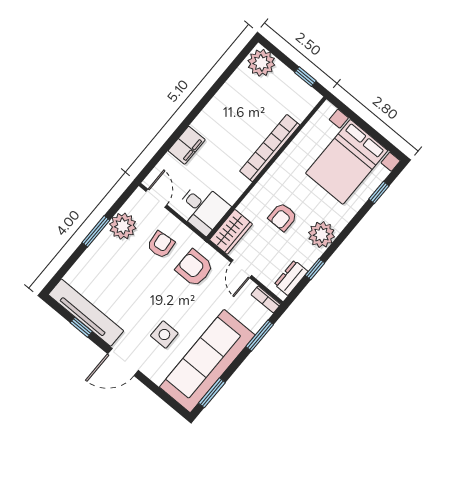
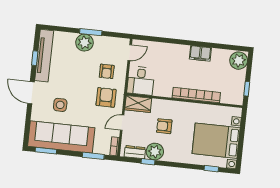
filing cabinet: (187, 145) -> (200, 53), moved
plant: (123, 226) -> (84, 43), moved
plant: (321, 235) -> (155, 152), moved
armchair: (161, 245) -> (107, 71), turned 96

